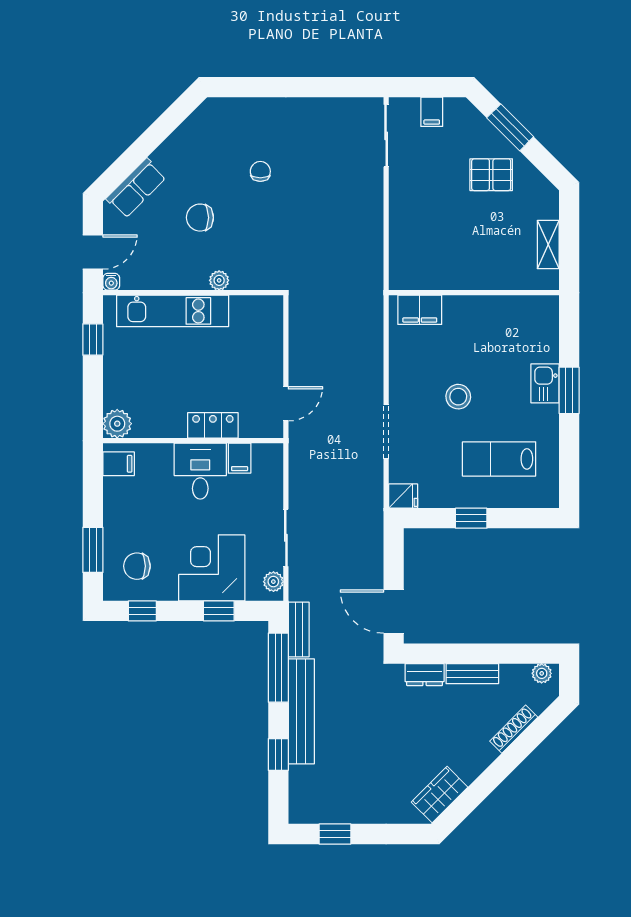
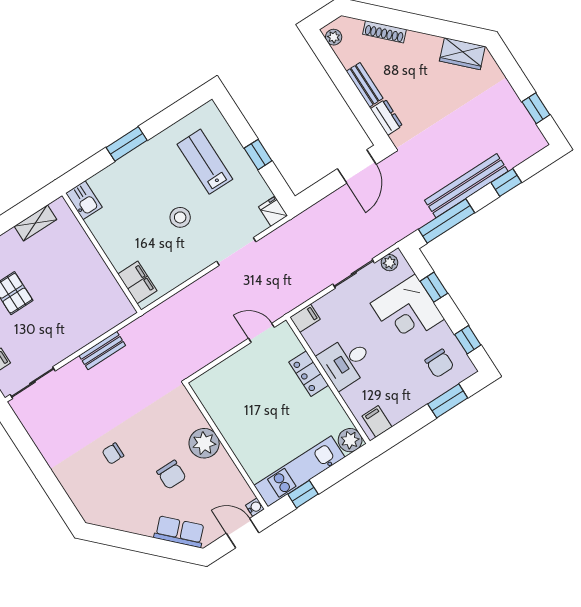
plant: (219, 280) -> (204, 443), width x1.88, depth x1.88
kitchen unit: (173, 311) -> (300, 471), moved, turned -90
kitchen sink: (545, 383) -> (84, 200), moved, turned -90
filing cabinet: (240, 458) -> (305, 318), moved
lab bench: (499, 459) -> (205, 162), turned 180
bench: (299, 630) -> (102, 350), moved

